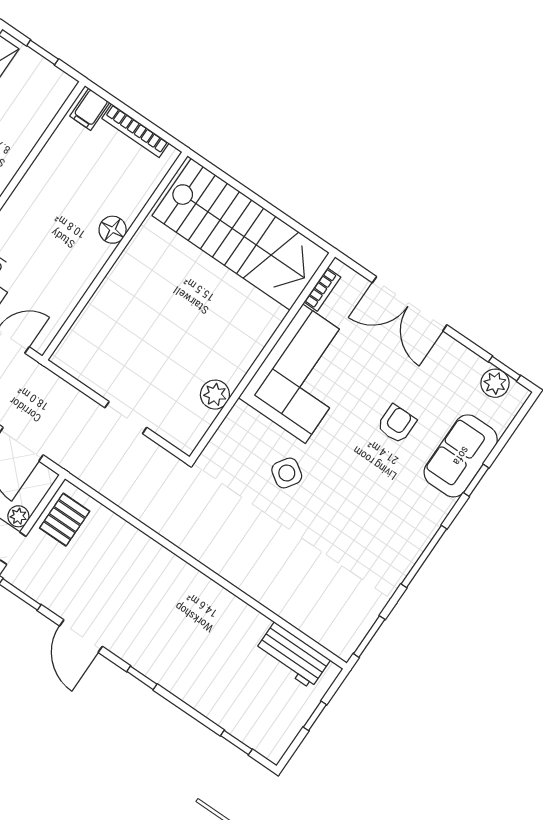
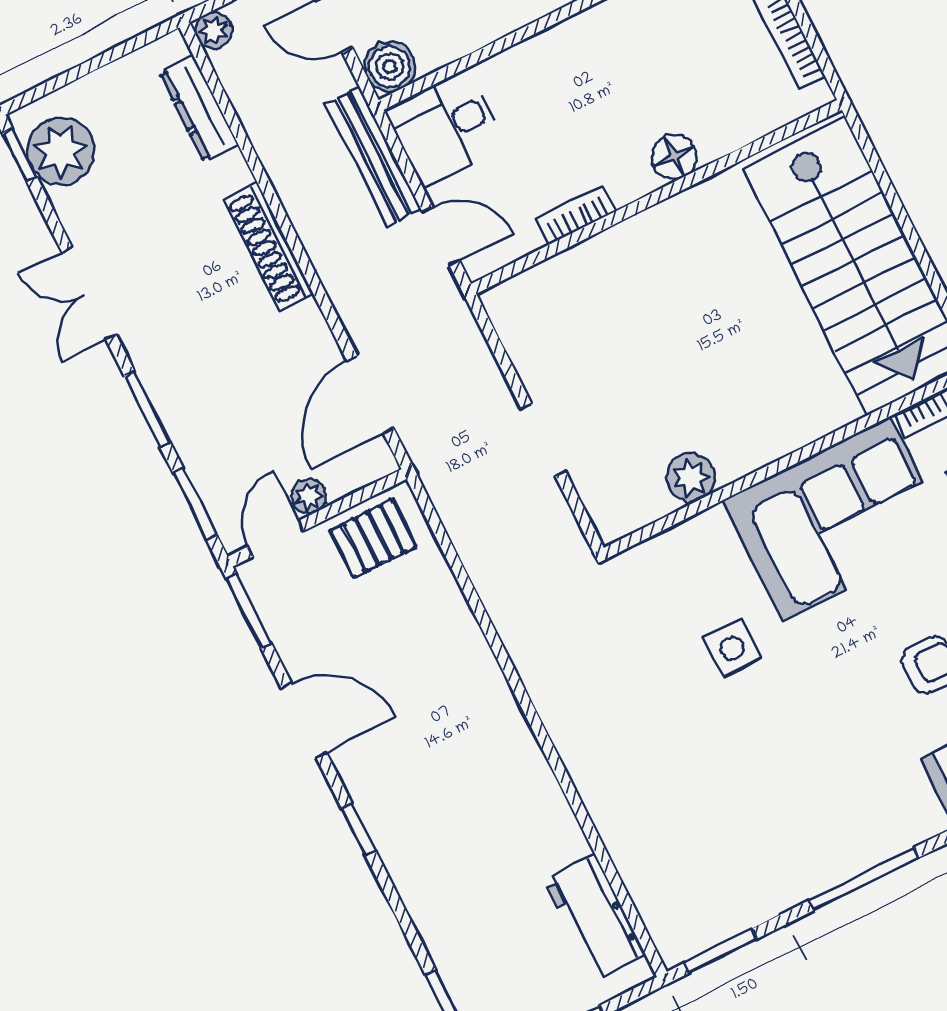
bookcase: (77, 289) -> (576, 215), added
side table: (287, 473) -> (732, 648), turned -34
door: (81, 636) -> (304, 720), swing flipped

